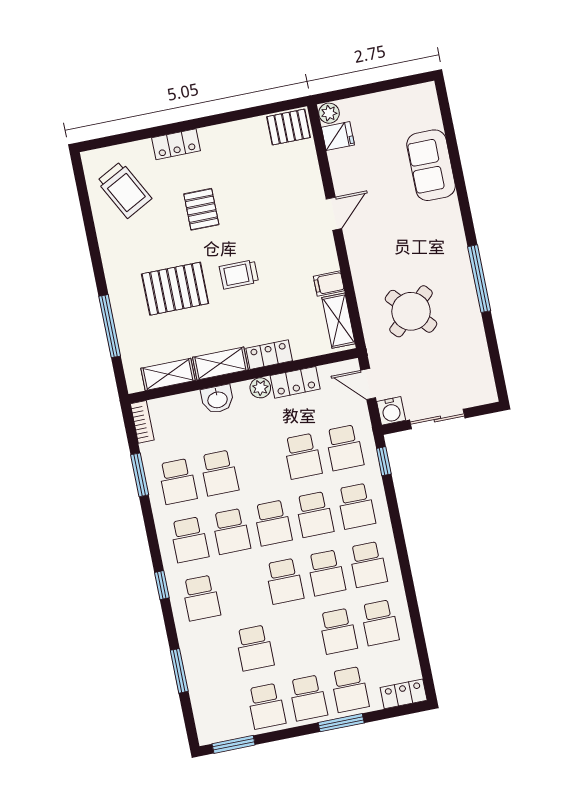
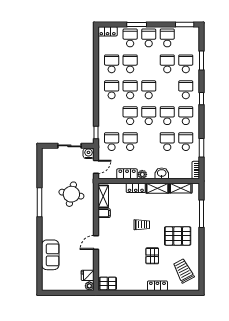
pallet: (175, 289) -> (178, 236), moved
round table: (411, 311) -> (71, 194), turned -36
door: (368, 384) -> (96, 167), hinge flipped
school desk: (356, 506) -> (186, 64), moved

